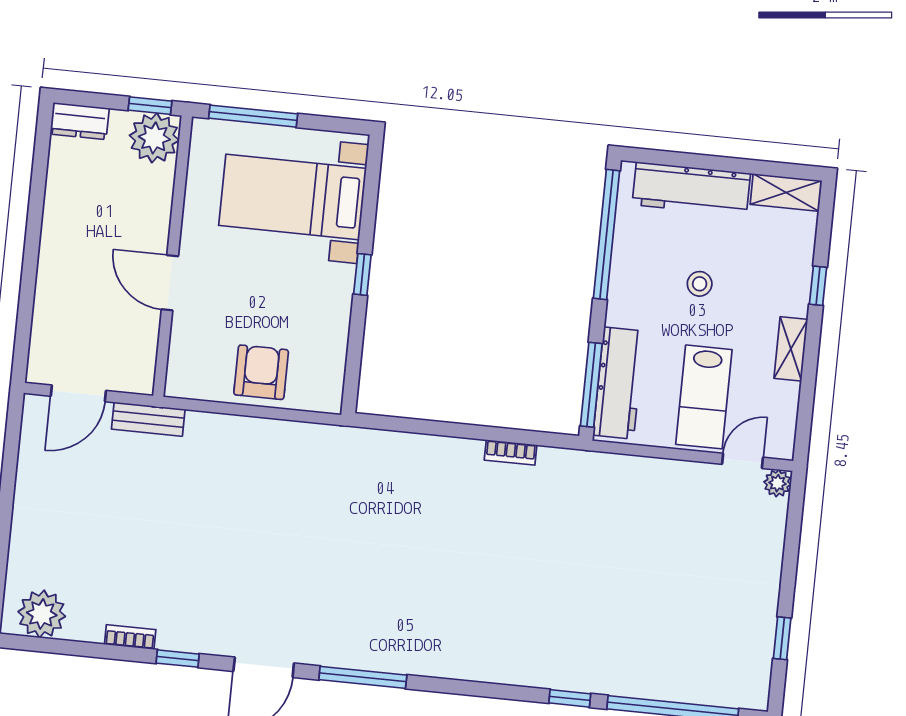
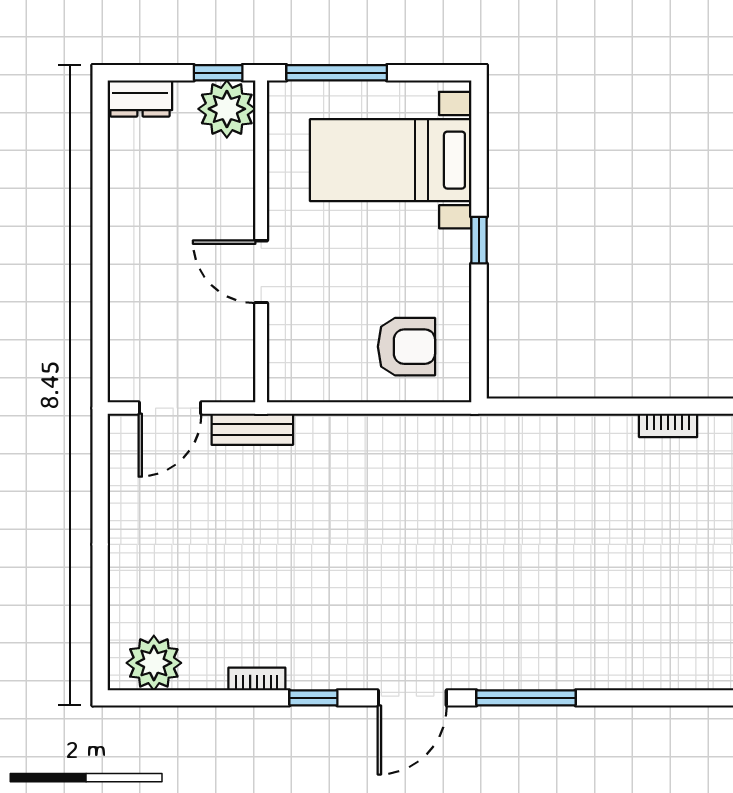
armchair: (261, 372) -> (406, 347), moved, turned 90

